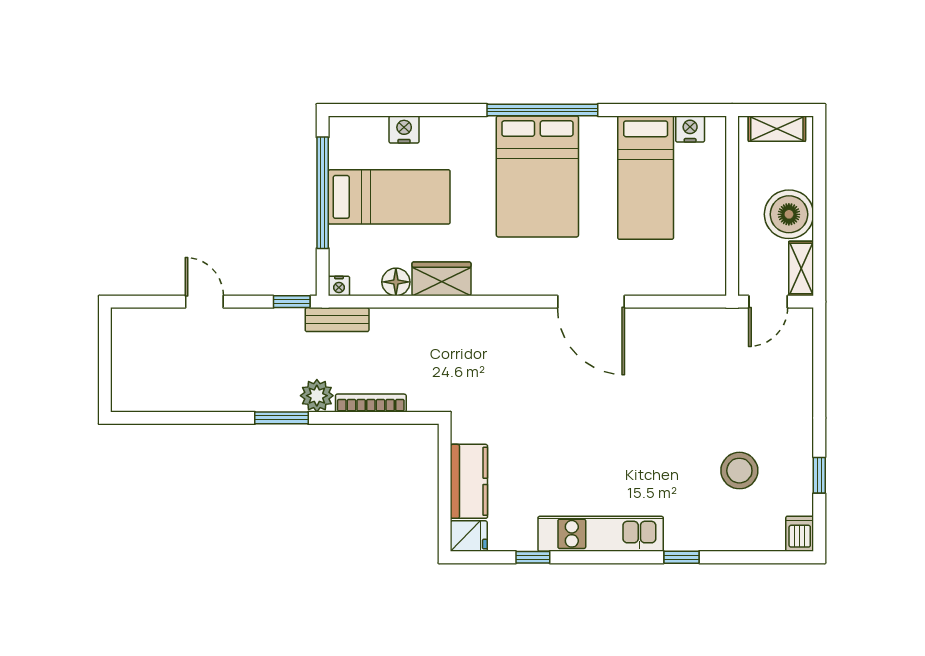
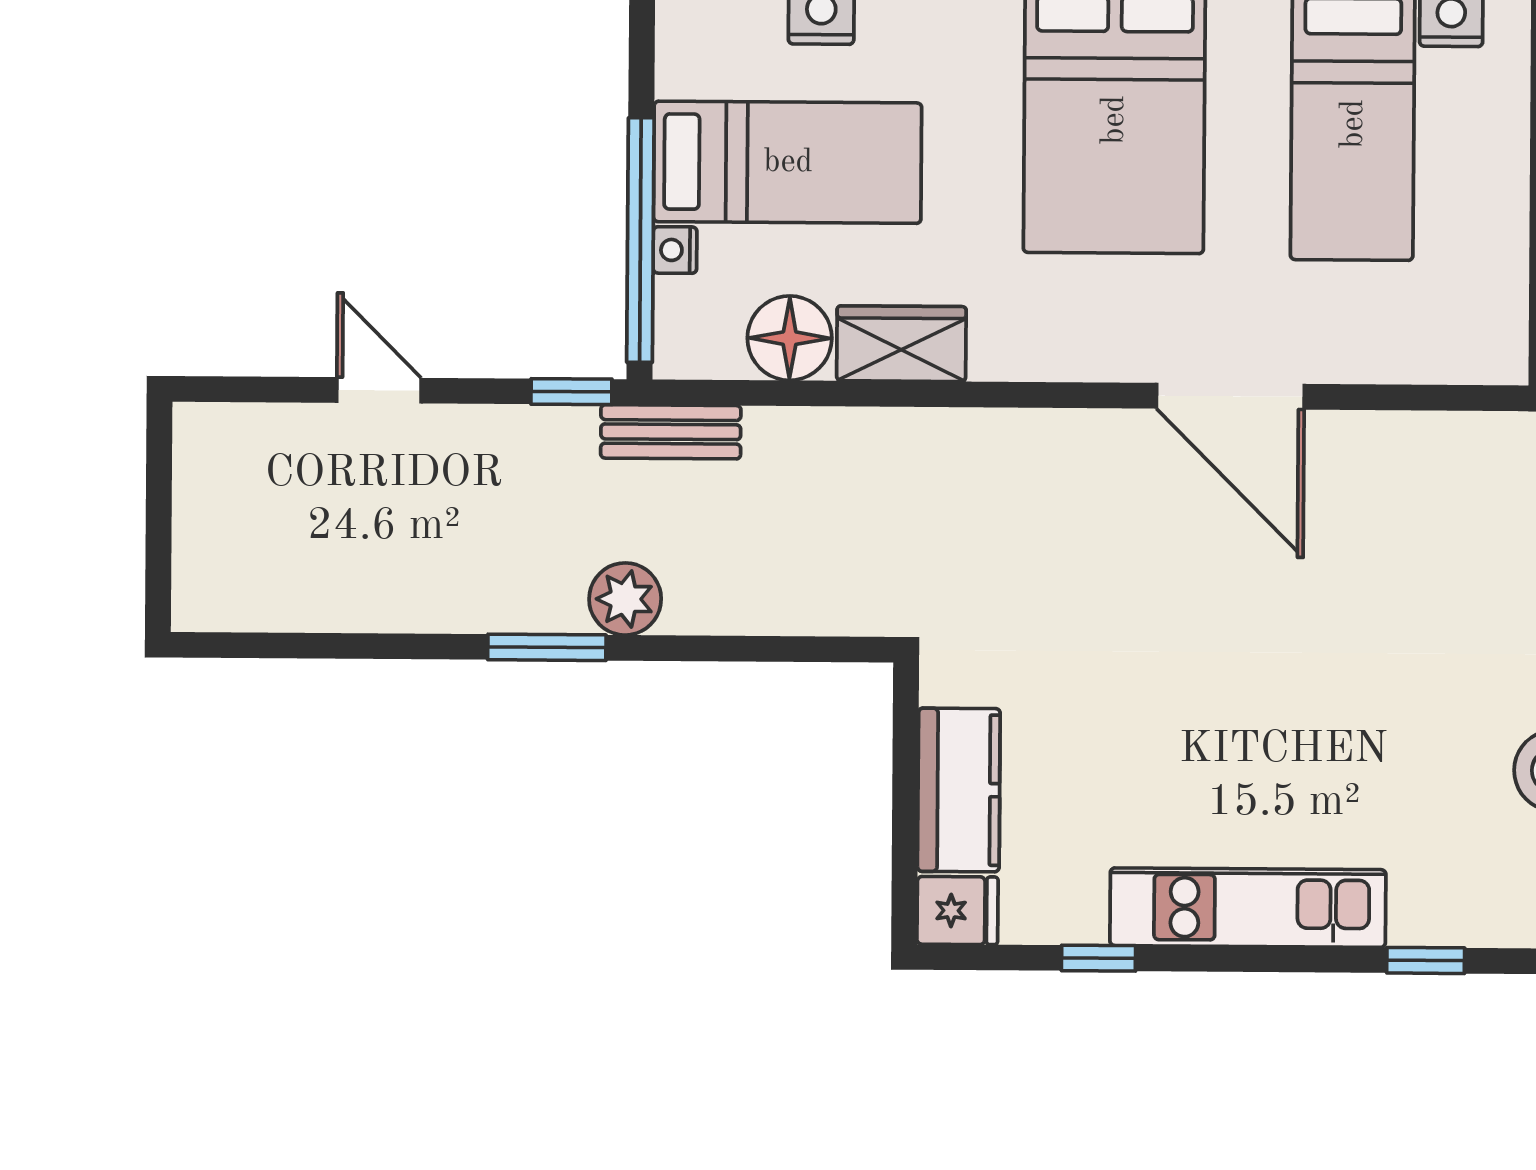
window: (323, 193) -> (640, 240), moved
floor lamp: (396, 282) -> (790, 338), width x1.38, depth x1.38
nightstand: (339, 286) -> (675, 250), moved, turned 90
bookcase: (371, 403) -> (744, 616), removed

